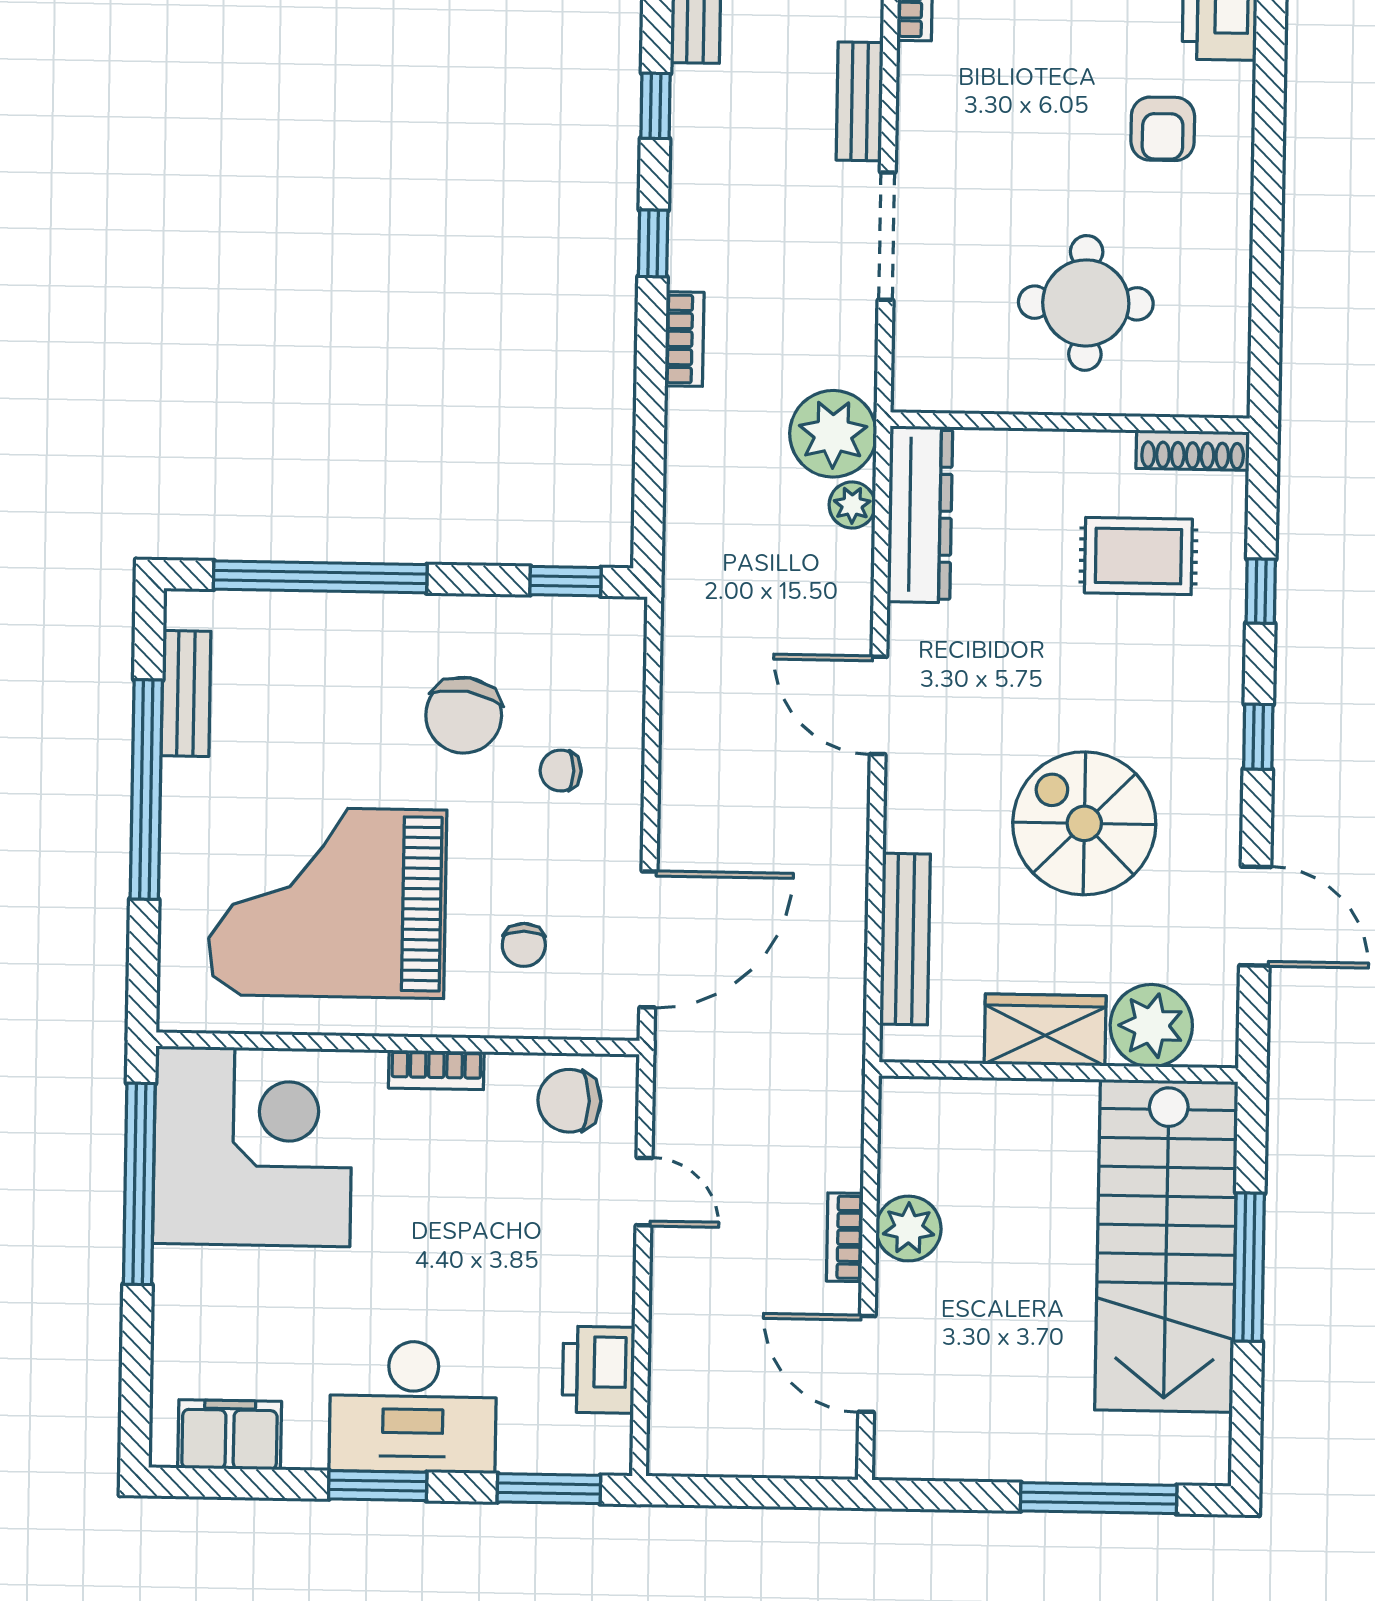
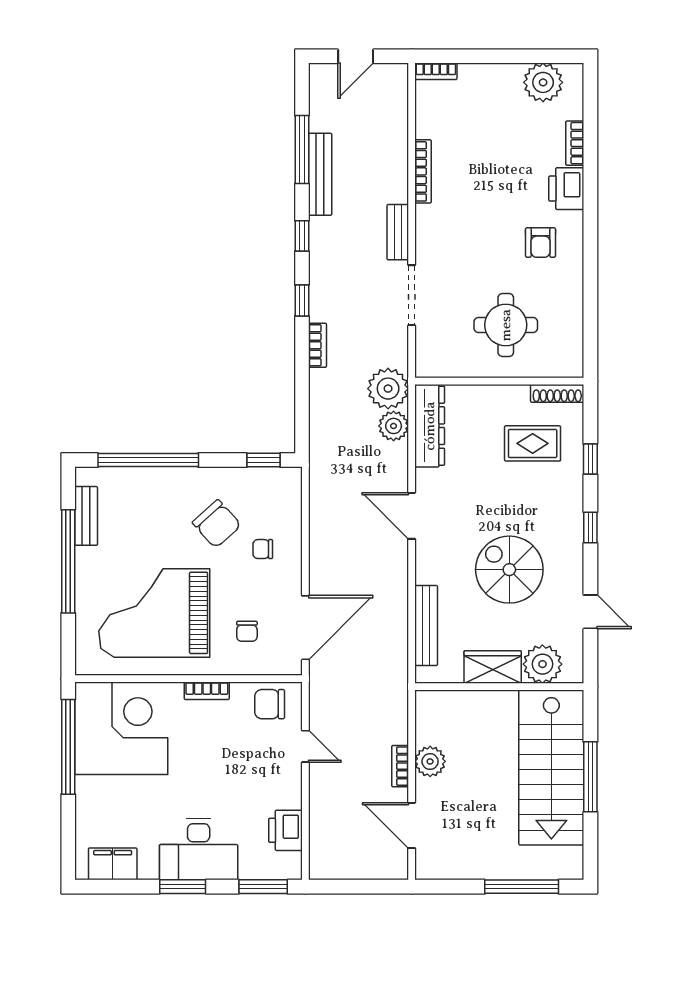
plant: (852, 505) -> (394, 426), width x1.38, depth x1.38
chair: (464, 715) -> (217, 524), turned -51
door: (1255, 916) -> (590, 612), width x0.73

